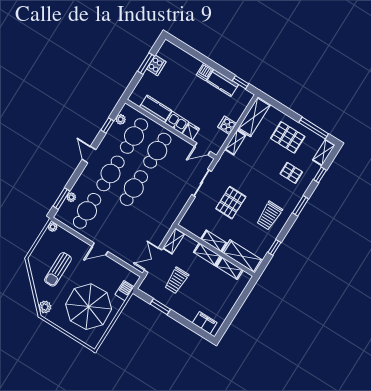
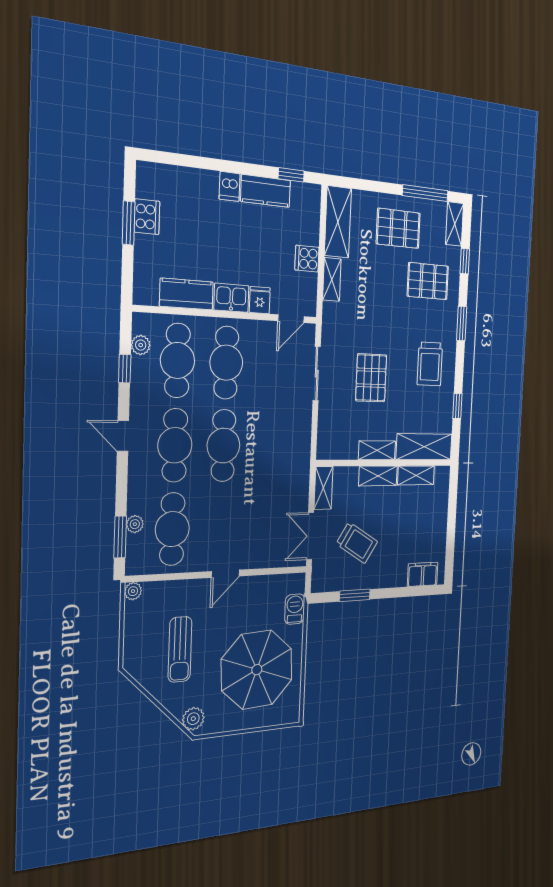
pallet: (291, 173) -> (428, 281), width x1.50, depth x1.42
trolley: (176, 280) -> (357, 543), turned -58

